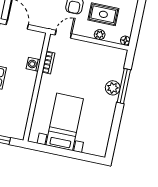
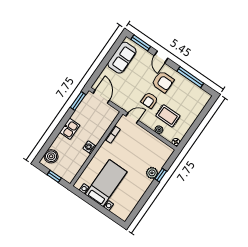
washing machine: (33, 64) -> (90, 147), moved
window: (124, 86) -> (161, 175), width x0.46

